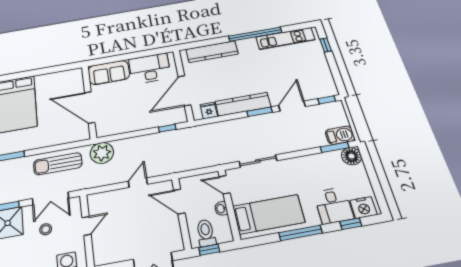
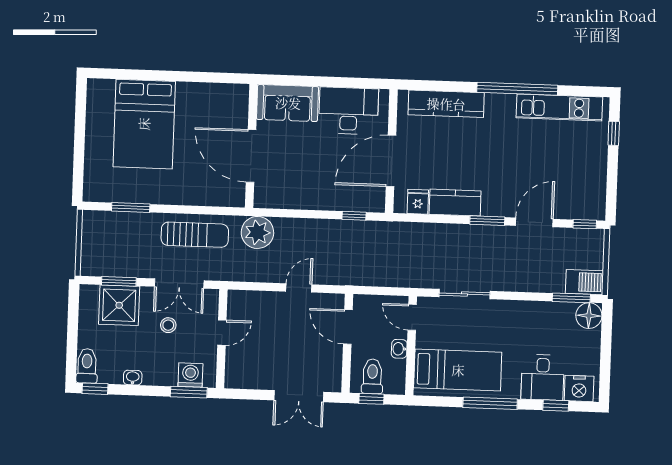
kitchen counter: (243, 104) -> (455, 203), width x0.67
sun lounger: (58, 164) -> (195, 235), turned 180

